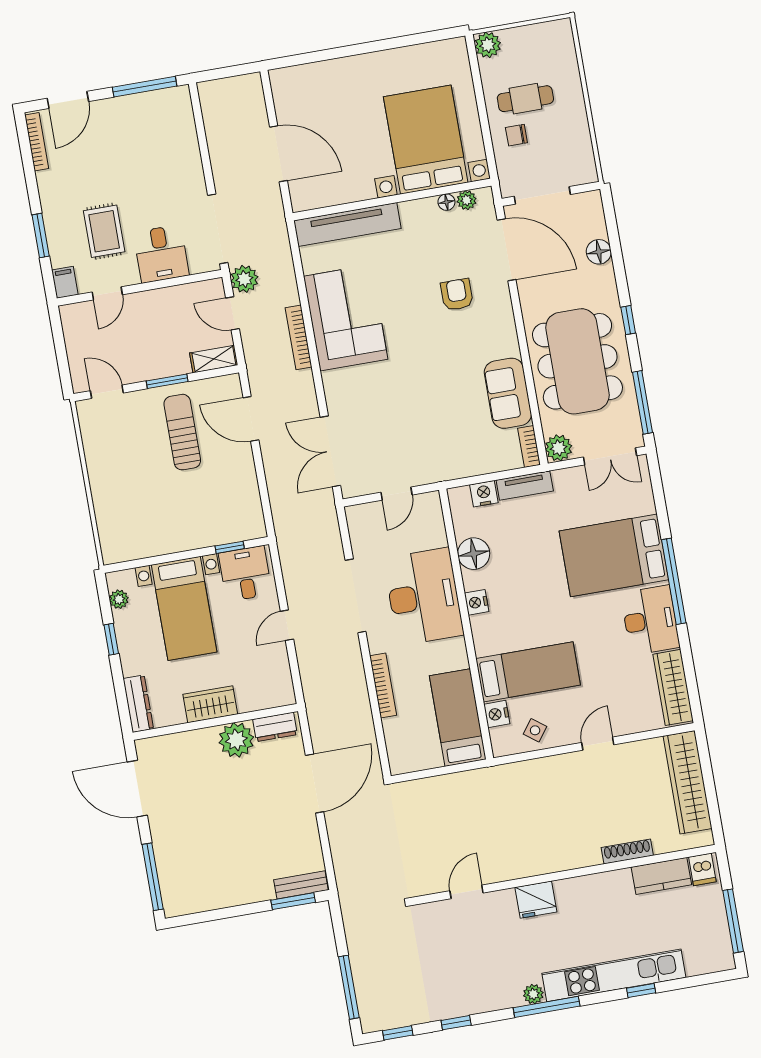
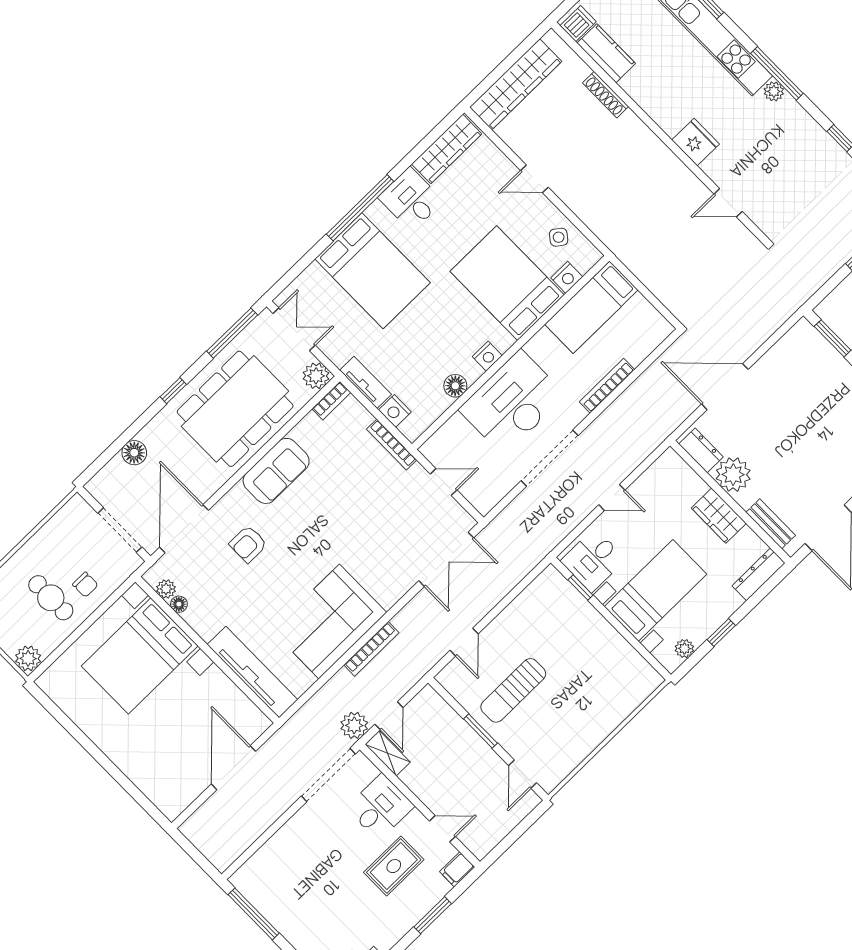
shelving: (214, 359) -> (388, 753), moved
sofa: (508, 393) -> (276, 471), moved
door: (251, 419) -> (464, 642), width x0.73
bookcase: (458, 472) -> (392, 444), added
floor lamp: (474, 554) -> (455, 386), width x0.73, depth x0.73
desk: (650, 620) -> (411, 199), width x0.73
bed: (528, 672) -> (507, 283), width x1.50
bench: (301, 885) -> (771, 524), moved

